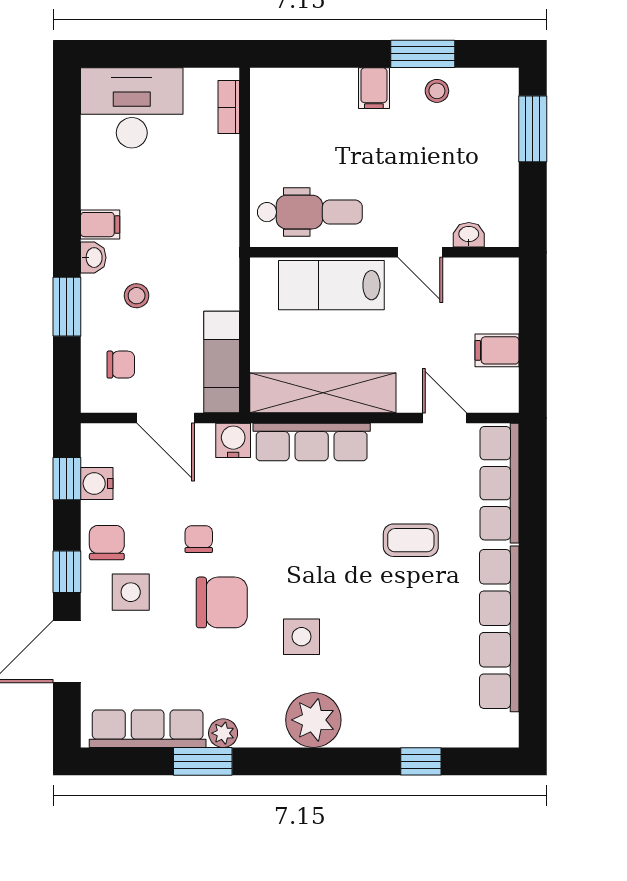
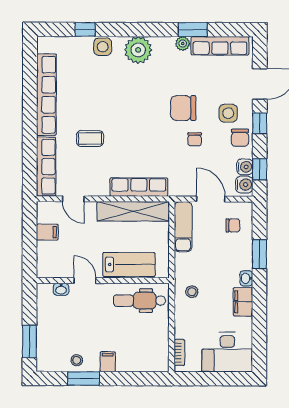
filing cabinet: (100, 225) -> (243, 302), width x2.00
stool: (137, 296) -> (192, 292), moved
chair: (121, 365) -> (233, 225), turned 180
water cooler: (233, 440) -> (244, 185), moved, turned -90
side table: (301, 637) -> (103, 47), moved

